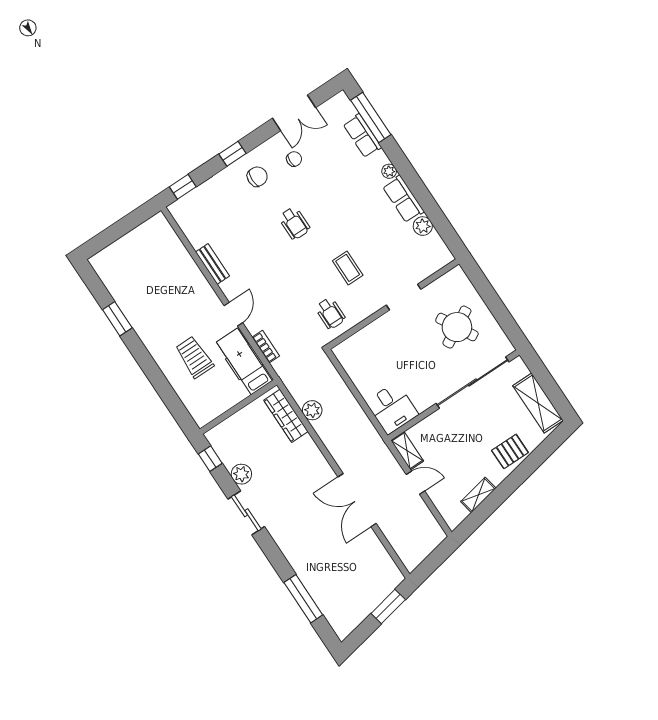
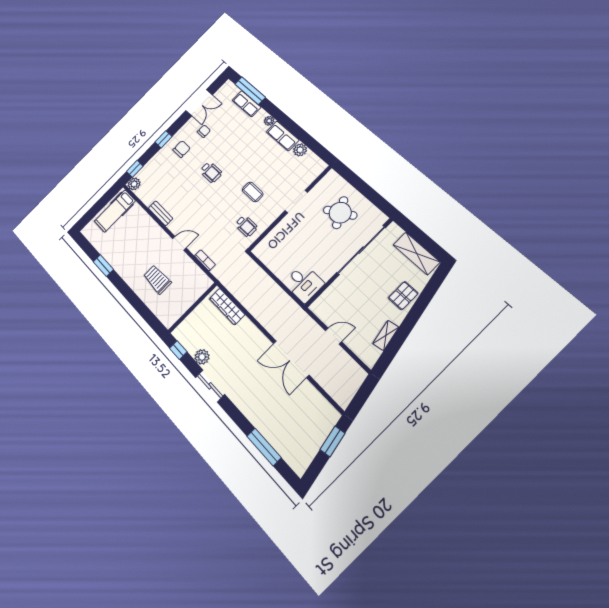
door: (233, 314) -> (179, 243), hinge flipped
hospital bed: (244, 361) -> (115, 211), moved, turned -90
plant: (312, 410) -> (134, 184), moved
shelving: (407, 451) -> (322, 313), removed

